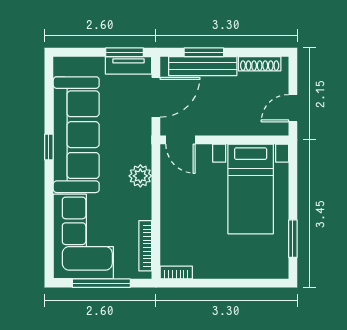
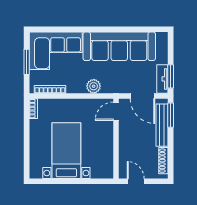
window: (204, 52) -> (171, 115), moved
window: (49, 147) -> (112, 29), removed
bed with nightstands: (251, 189) -> (66, 151), moved, turned 90
window: (293, 239) -> (54, 181), removed
window: (101, 283) -> (27, 62), width x0.69

